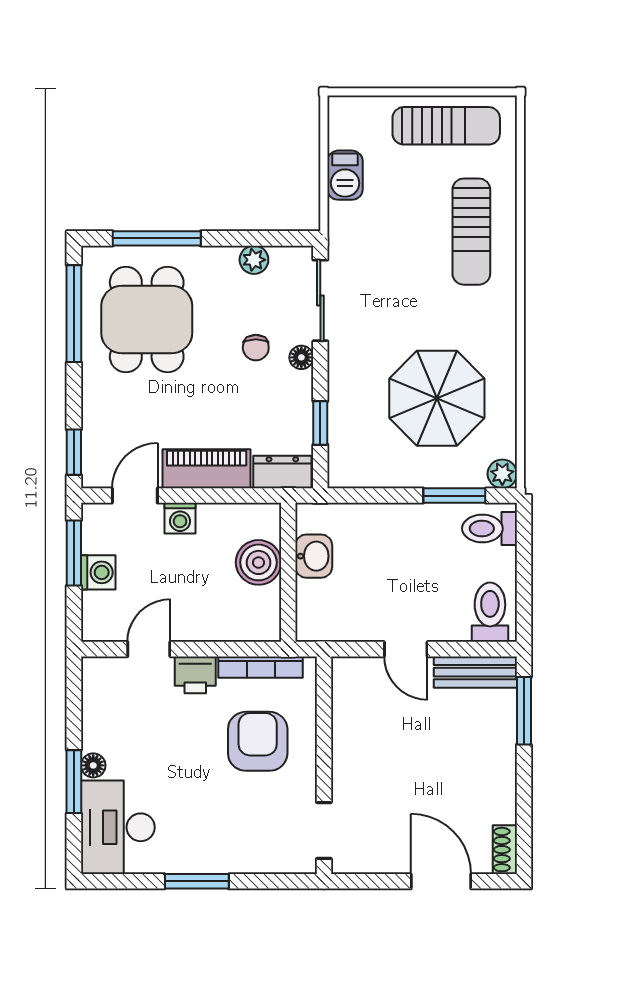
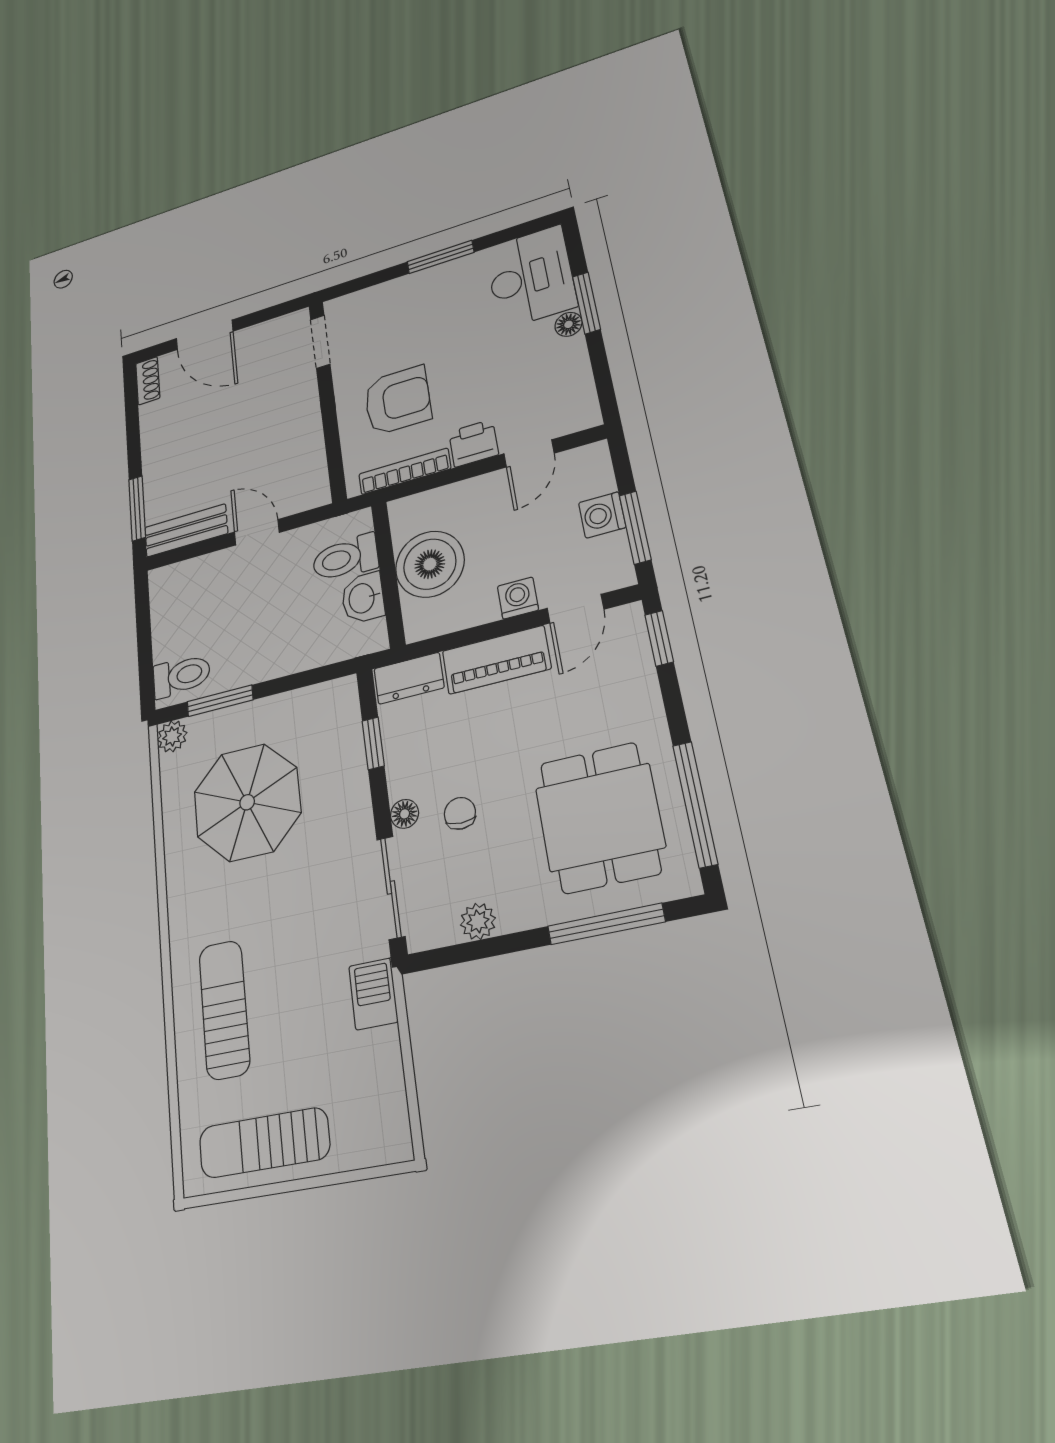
barbecue: (345, 175) -> (373, 994), moved
boiler: (259, 562) -> (430, 564), width x1.37, depth x1.37
toilet: (490, 612) -> (345, 558), moved, turned 90
armchair: (258, 741) -> (398, 400), turned -90

